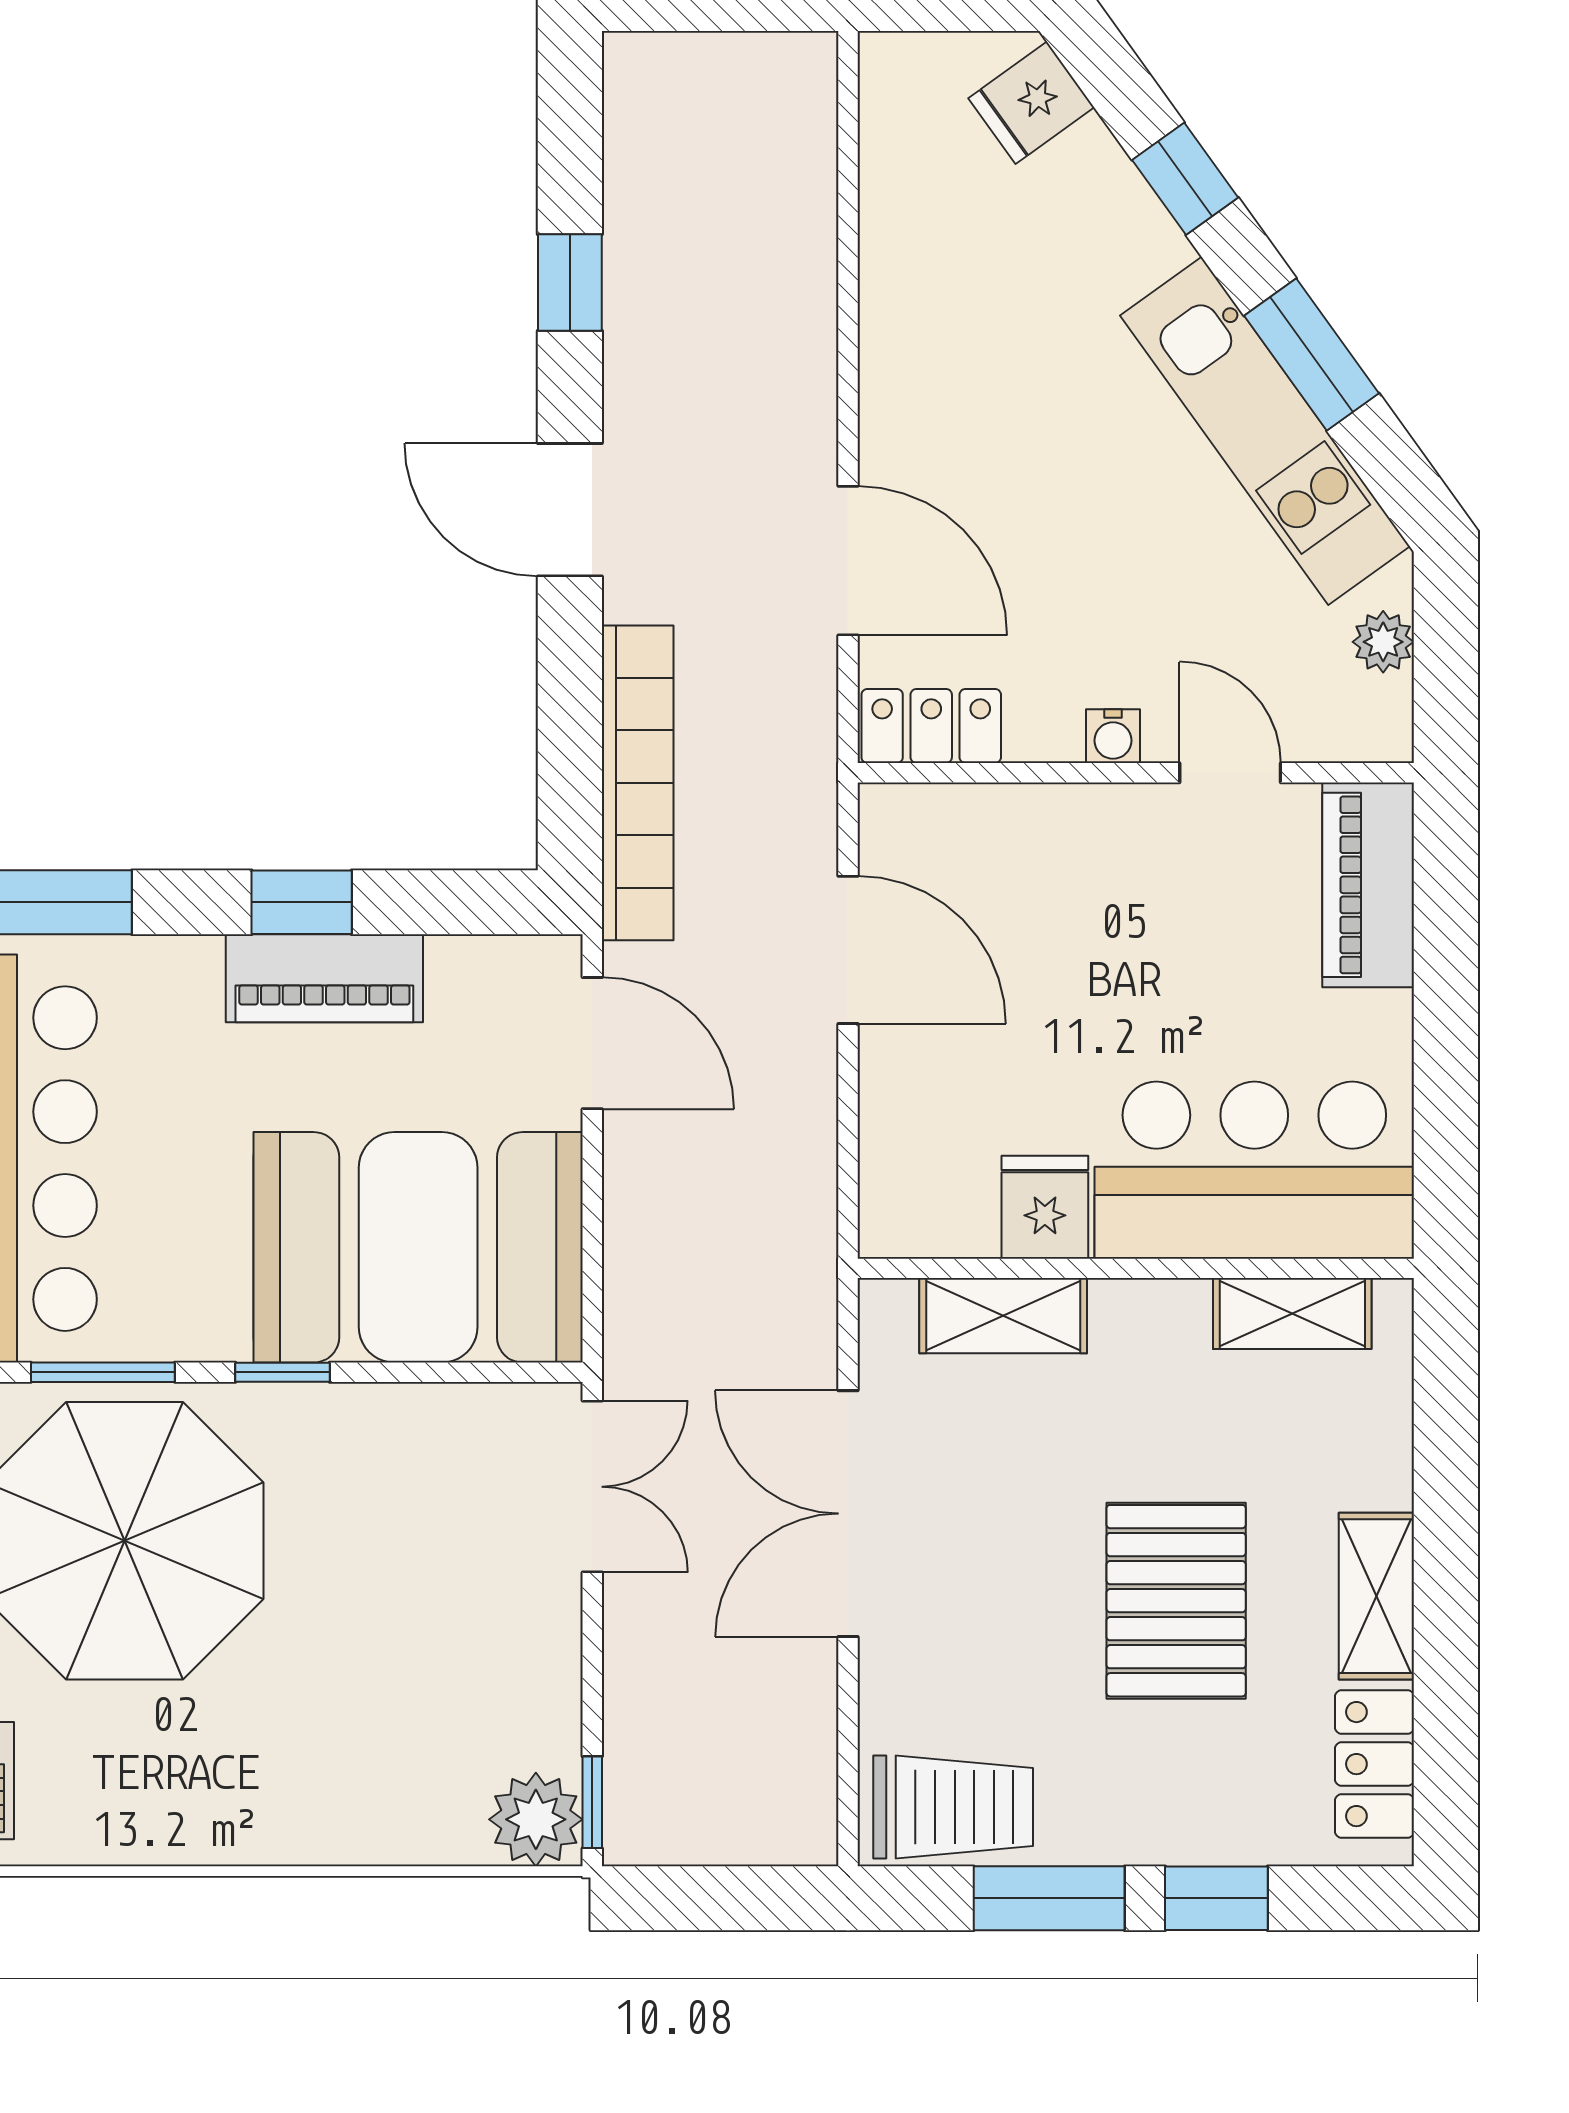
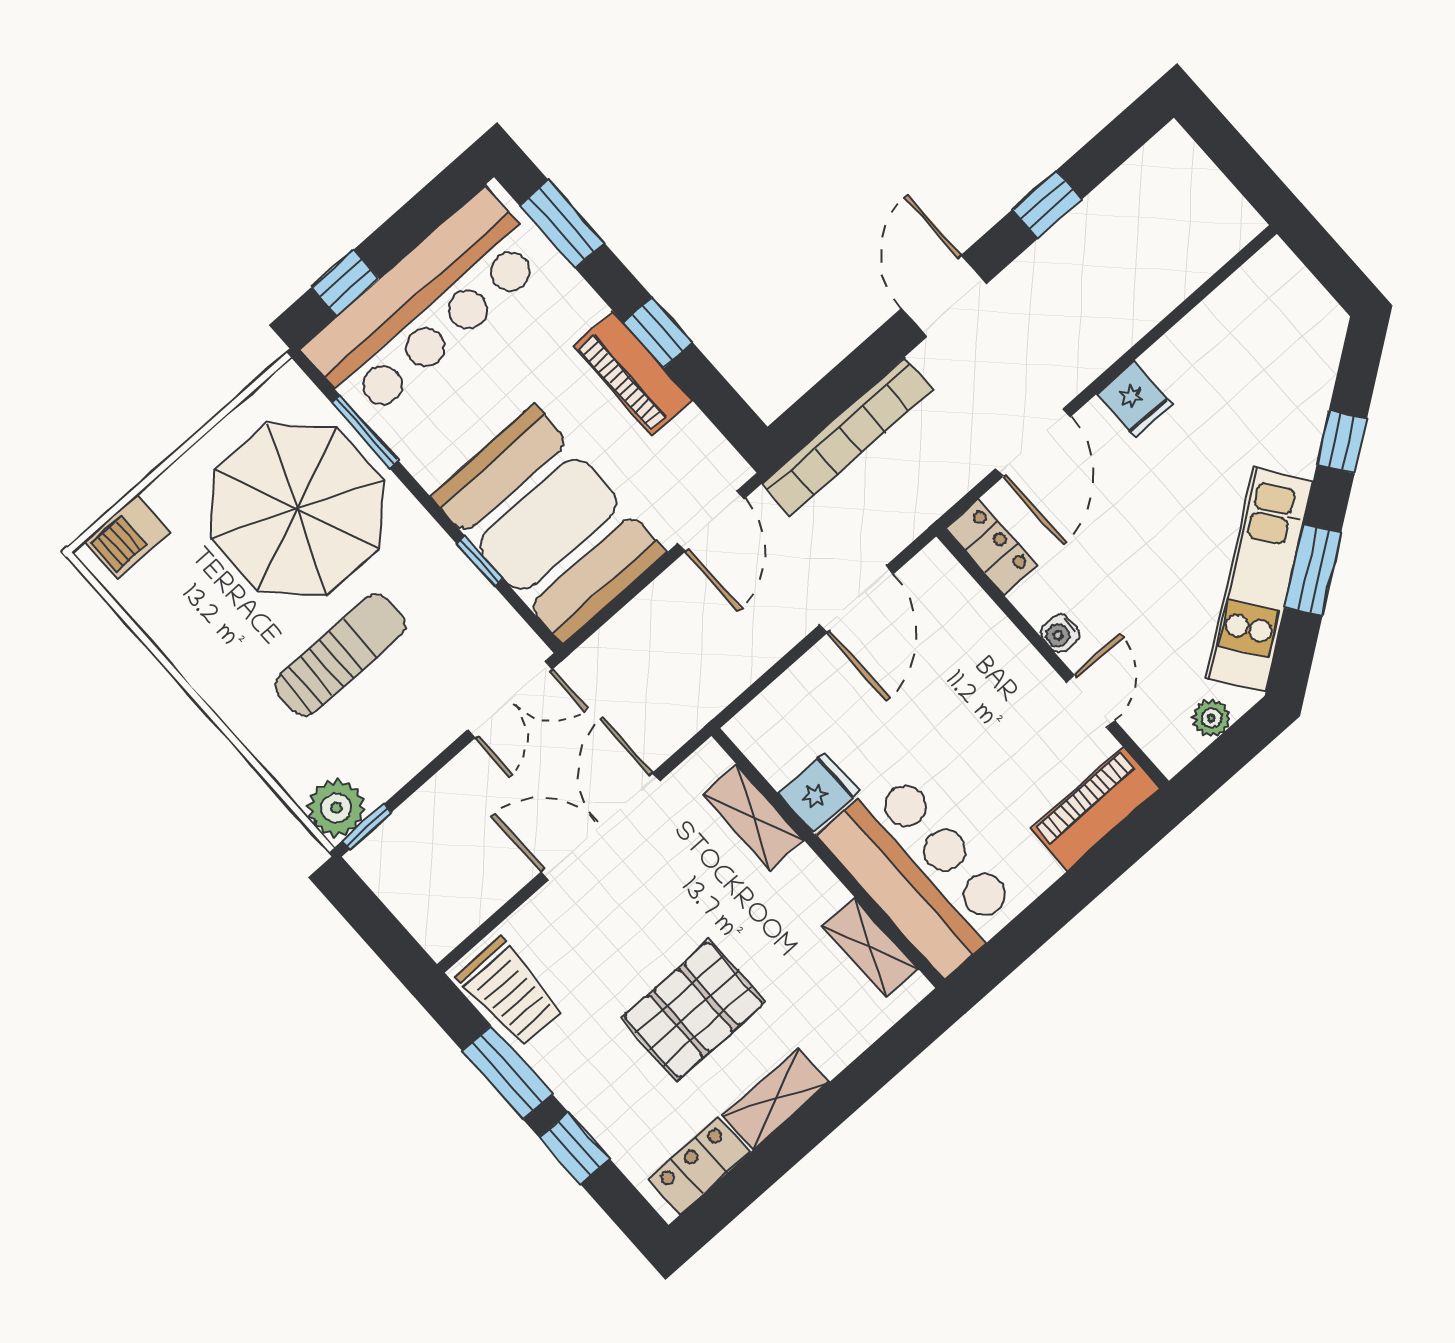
fridge: (1031, 103) -> (1135, 400), moved, turned -144
window: (282, 1372) -> (480, 561), moved
sun lounger: (352, 1647) -> (340, 655), added

